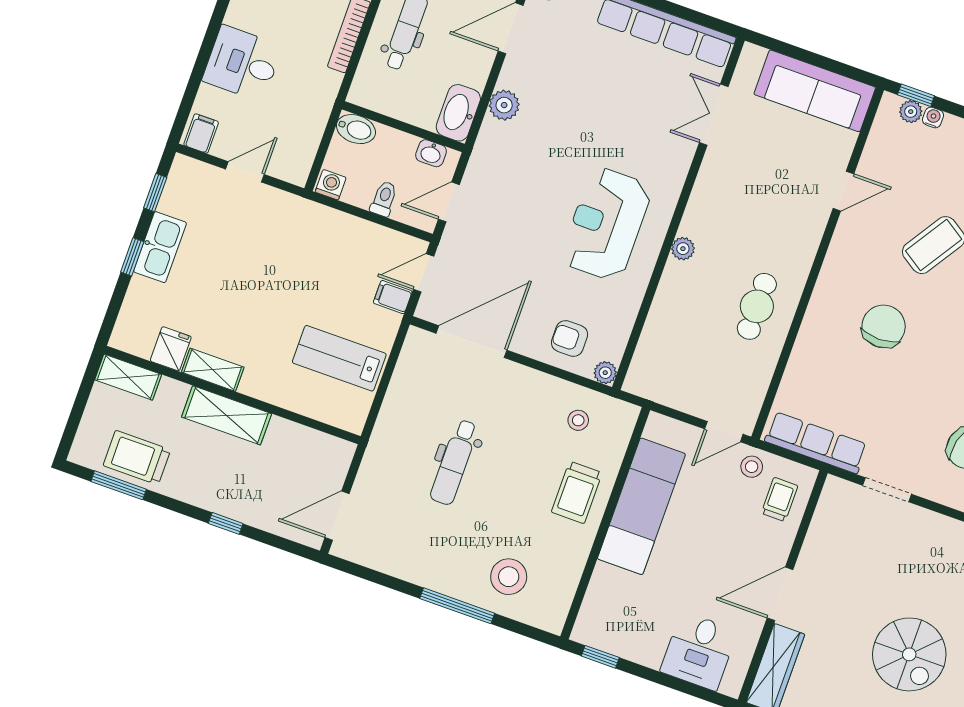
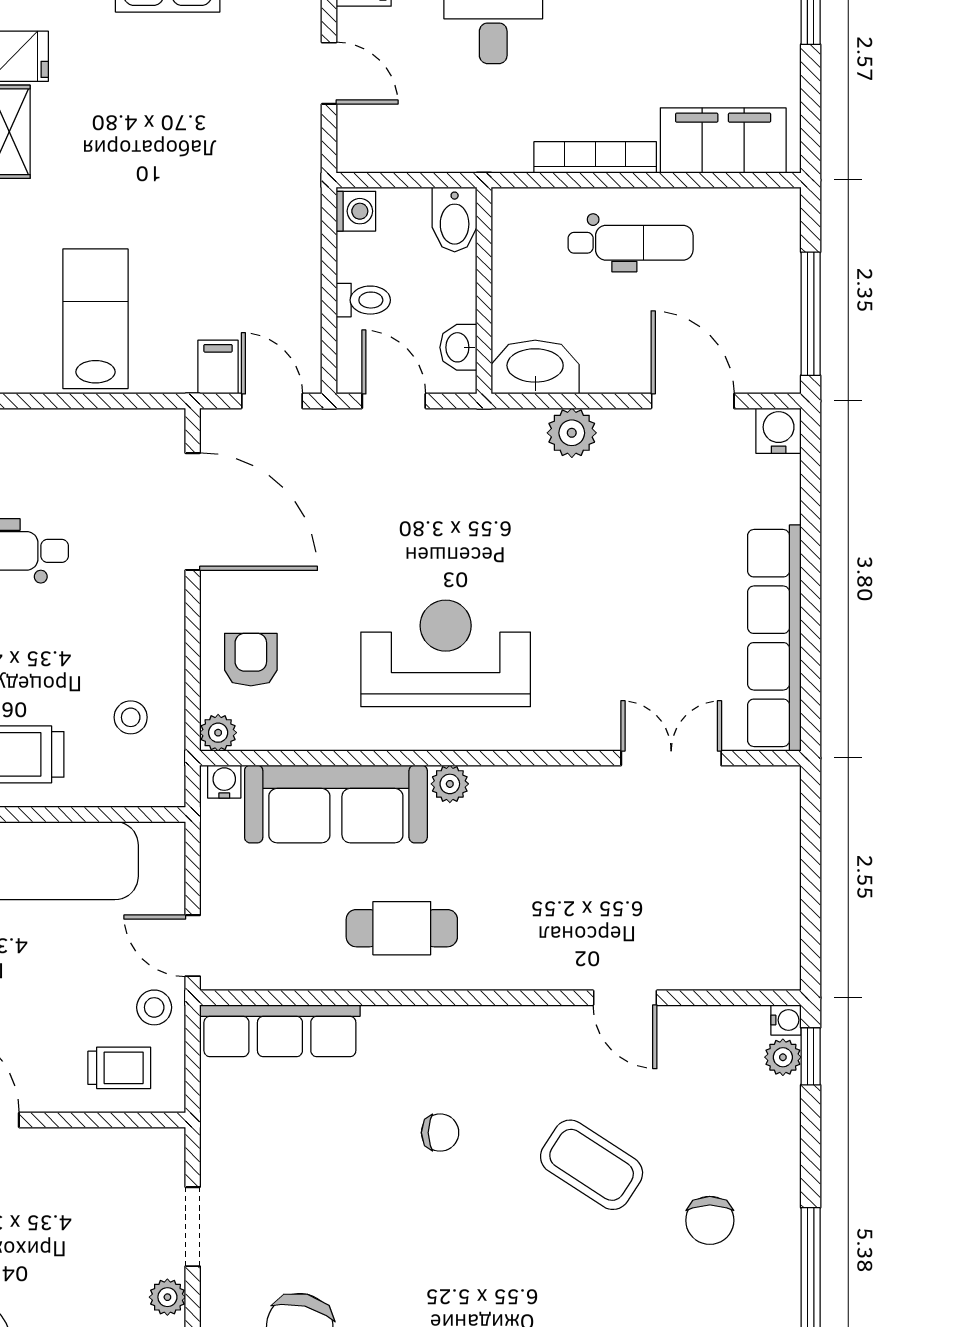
sofa: (815, 91) -> (336, 804), moved, turned -90
water cooler: (933, 117) -> (786, 1020), moved
chair: (884, 326) -> (440, 1133), width x0.54, depth x0.54
water cooler: (635, 379) -> (224, 782), added
row of seats: (816, 443) -> (280, 1031), moved, turned 90
plant: (923, 519) -> (167, 1297), added

